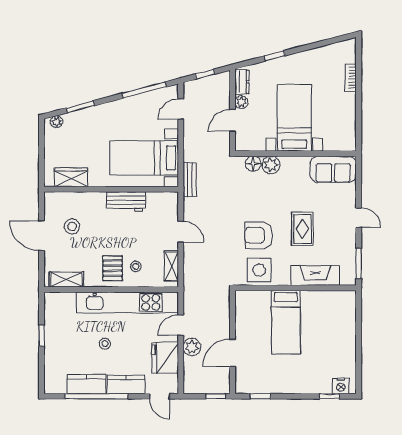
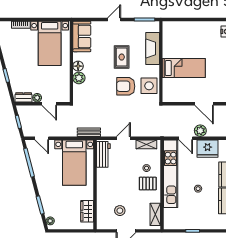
bed with nightstands: (294, 118) -> (50, 43), moved, turned -90
floor lamp: (253, 164) -> (78, 66), moved
workbench: (126, 202) -> (103, 154), moved
rug: (302, 229) -> (122, 57), turned 90
armchair: (258, 235) -> (126, 86), turned 90

